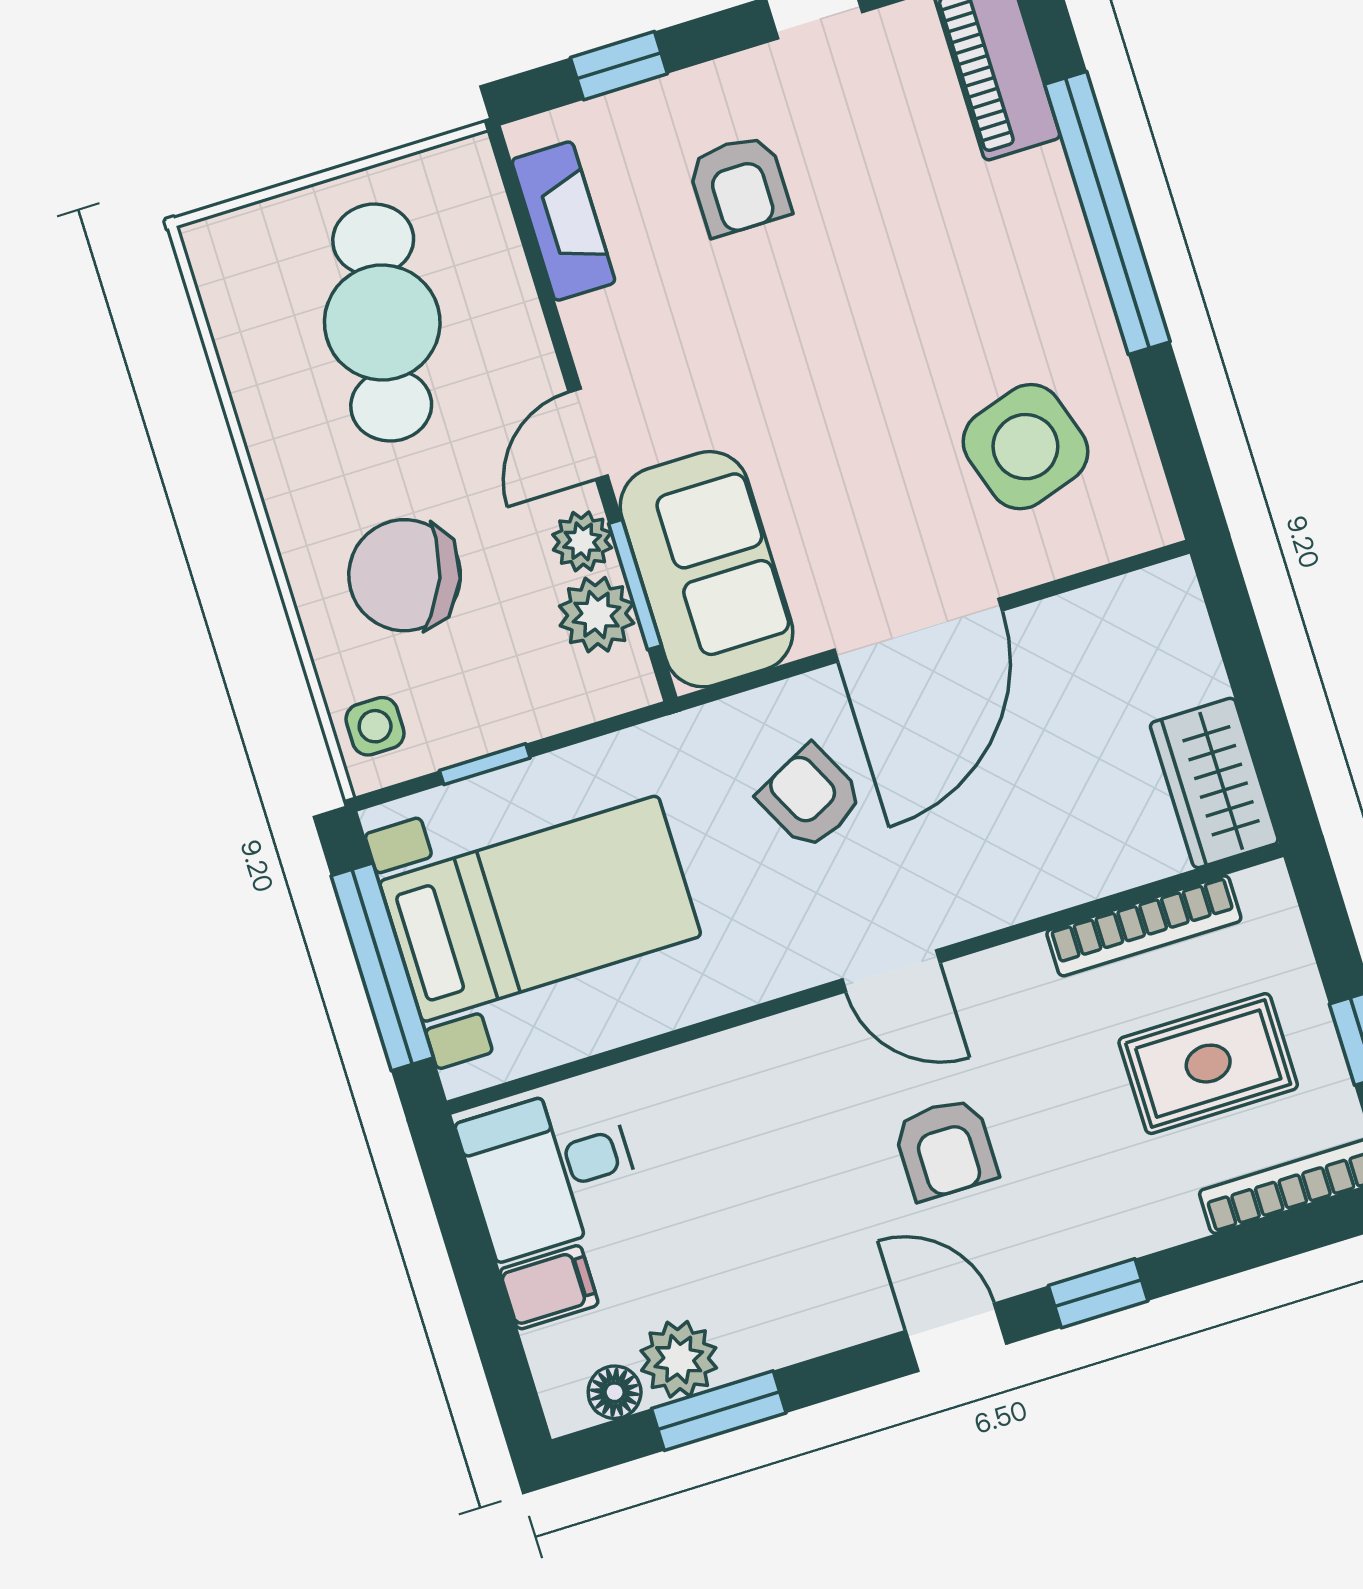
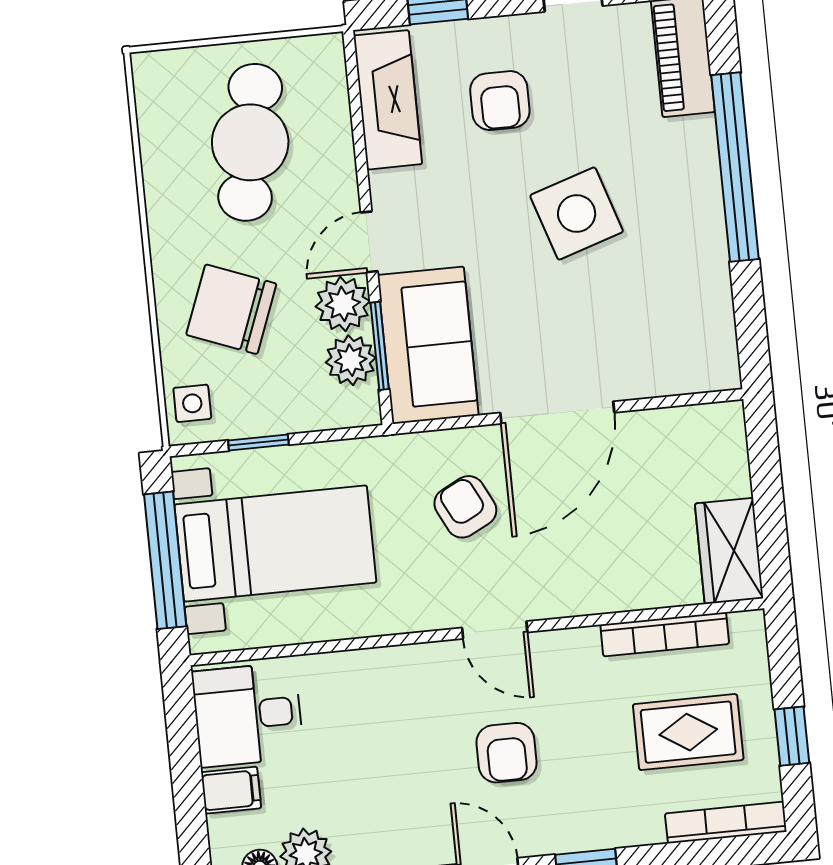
fireplace: (563, 221) -> (388, 100), width x1.37, depth x1.32
side table: (1025, 447) -> (577, 213), moved
plant: (582, 541) -> (343, 304), width x1.38, depth x1.38

